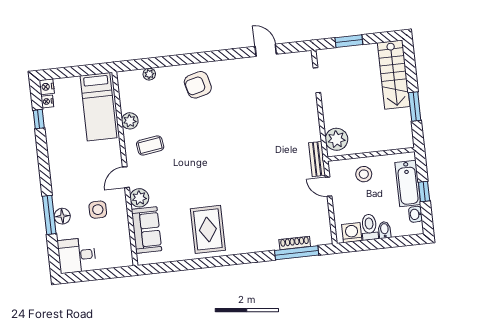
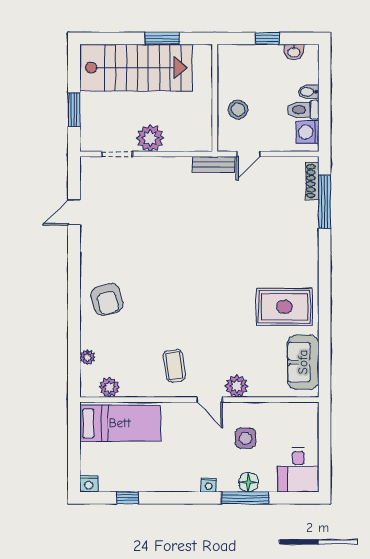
stairs: (394, 75) -> (136, 68), width x1.36, depth x1.51
nightstand: (47, 101) -> (209, 485), moved
plant: (130, 121) -> (109, 387), moved
plant: (336, 139) -> (150, 138), moved
bathtub: (408, 183) -> (255, 57), removed
sofa: (146, 230) -> (303, 362), moved, turned -90
shoe rack: (295, 243) -> (312, 181), moved

